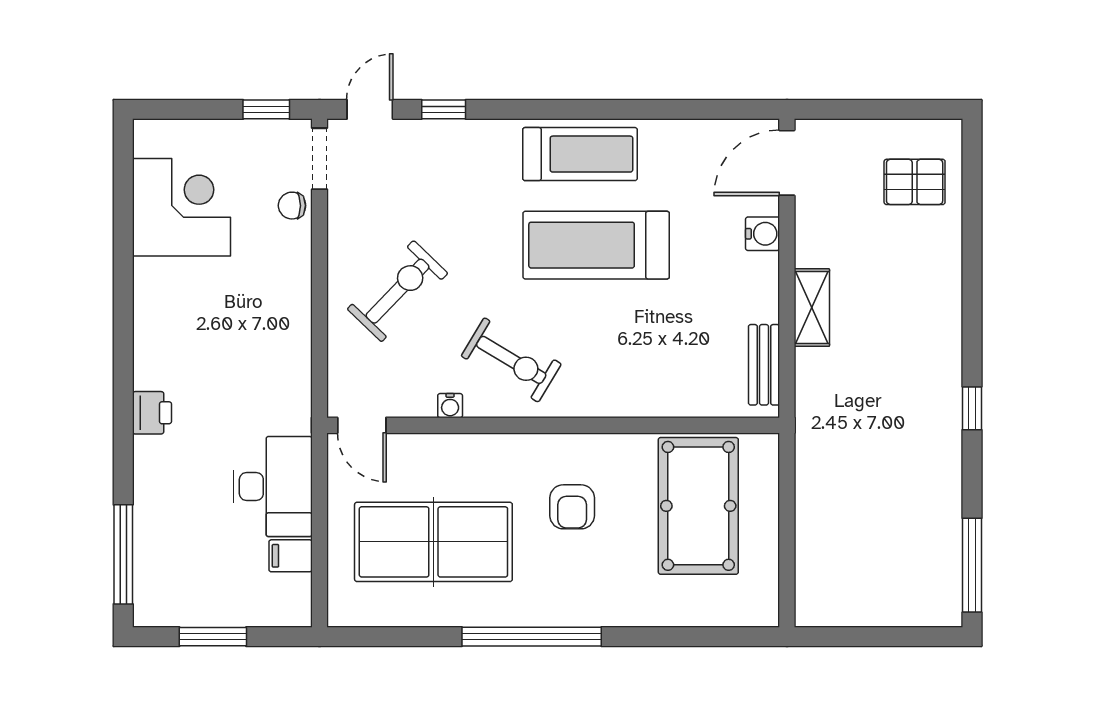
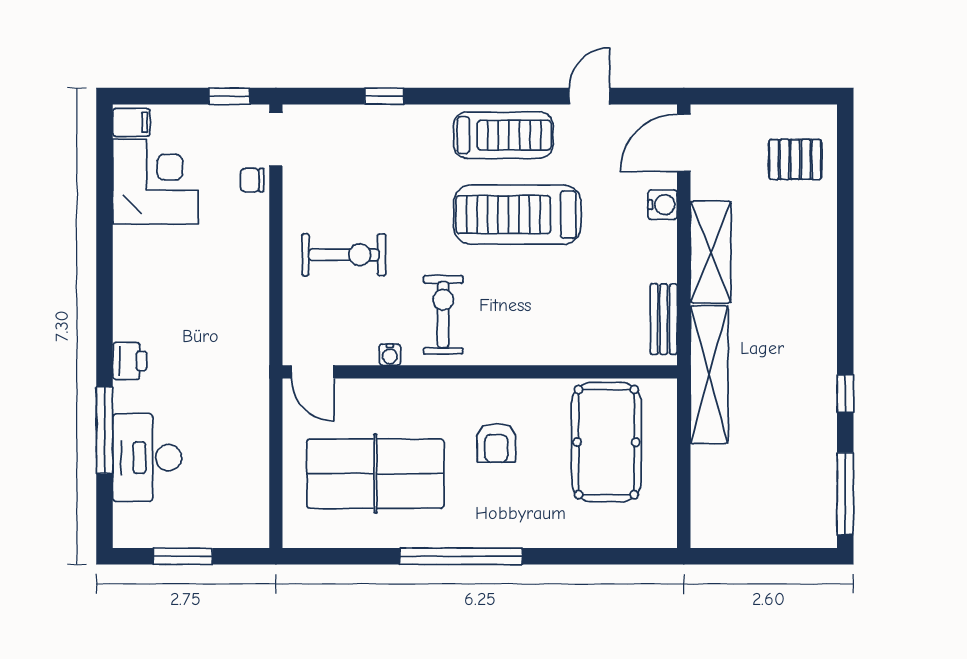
door: (370, 109) -> (589, 96), moved
exercise bike: (398, 291) -> (344, 255), turned 46
shelving: (812, 308) -> (711, 252), width x1.50, depth x1.33
exercise bike: (511, 360) -> (443, 315), turned -121
window: (972, 408) -> (845, 393), moved
shelving: (816, 429) -> (709, 375), added
desk: (273, 486) -> (147, 458), moved, turned 180
window: (123, 554) -> (105, 430), moved
filing cabinet: (291, 556) -> (131, 122), moved, turned 180

